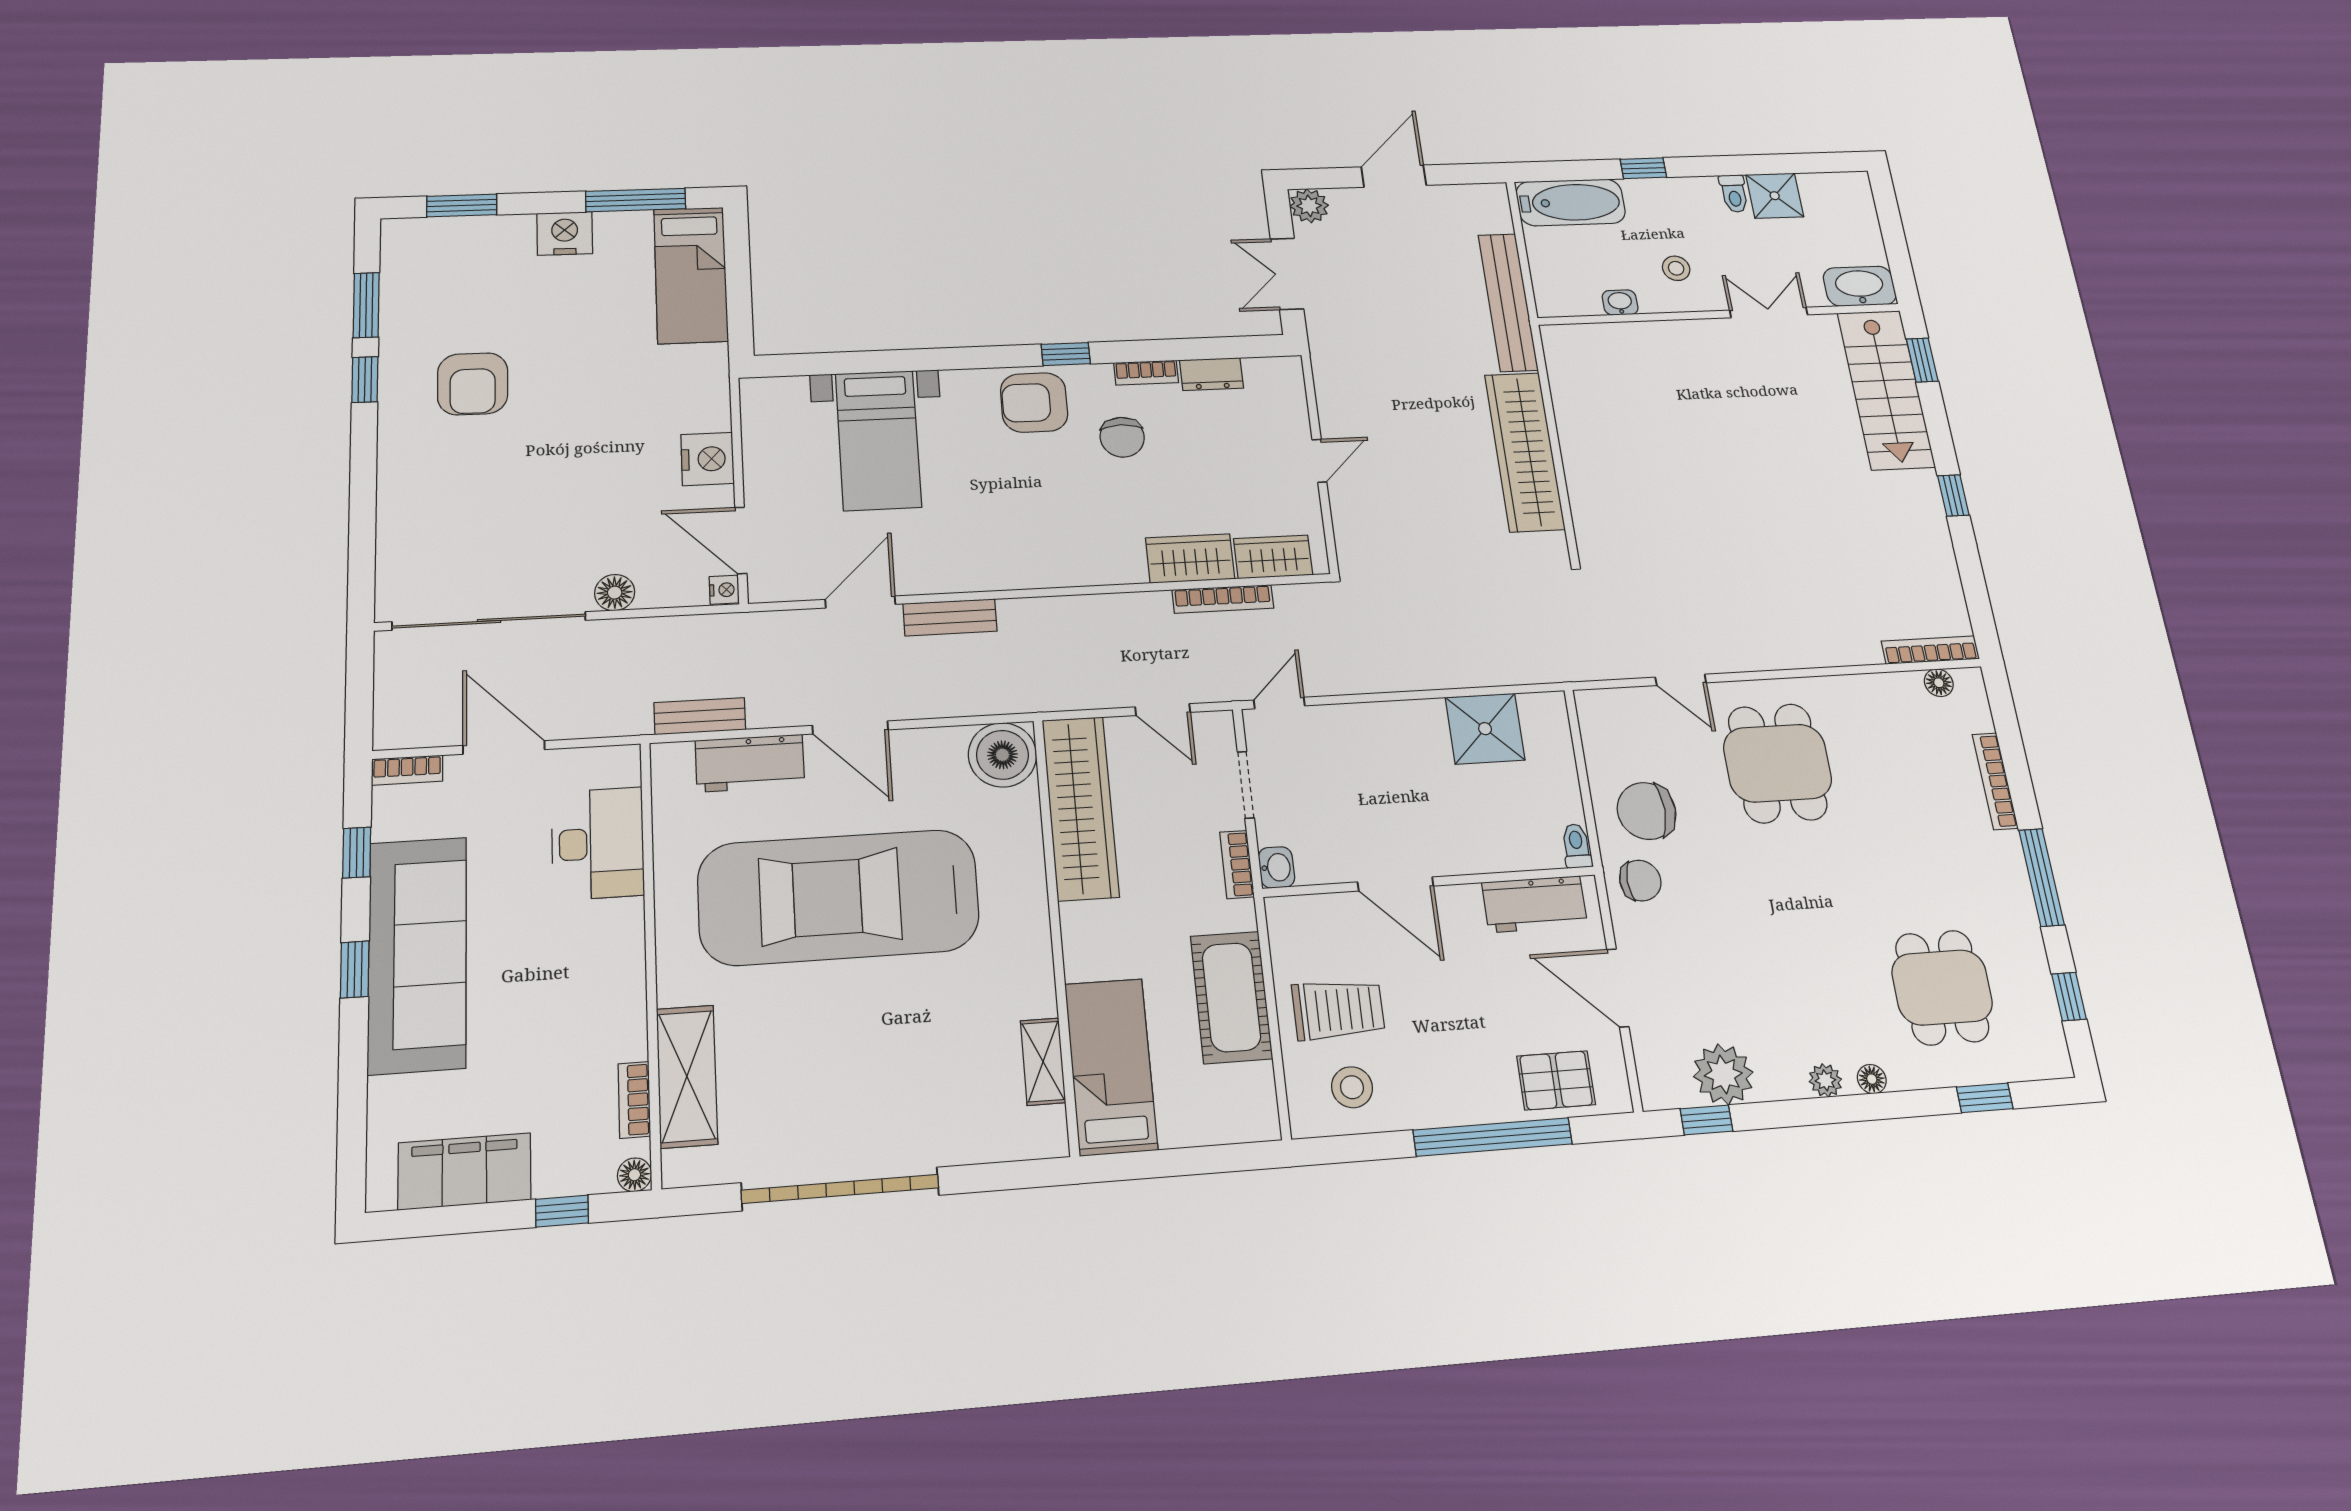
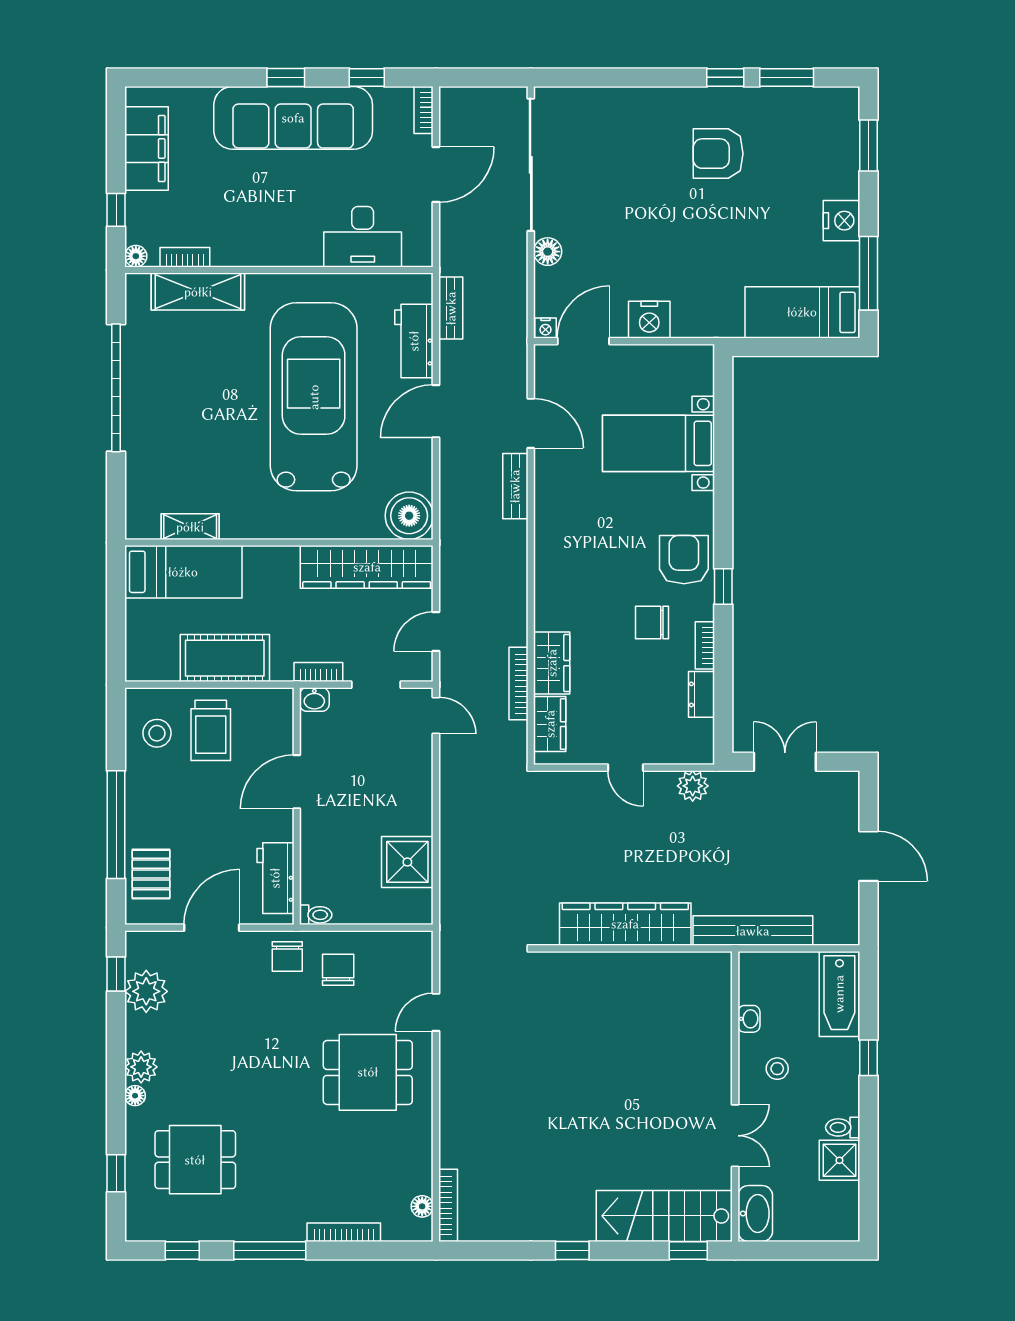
plant: (1309, 206) -> (693, 786), moved
chair: (1647, 811) -> (338, 970), width x0.73, depth x0.73
plant: (1825, 1080) -> (141, 1067), width x1.38, depth x1.38

